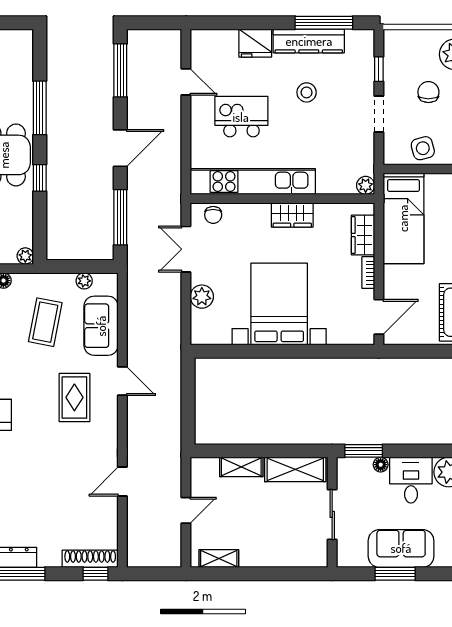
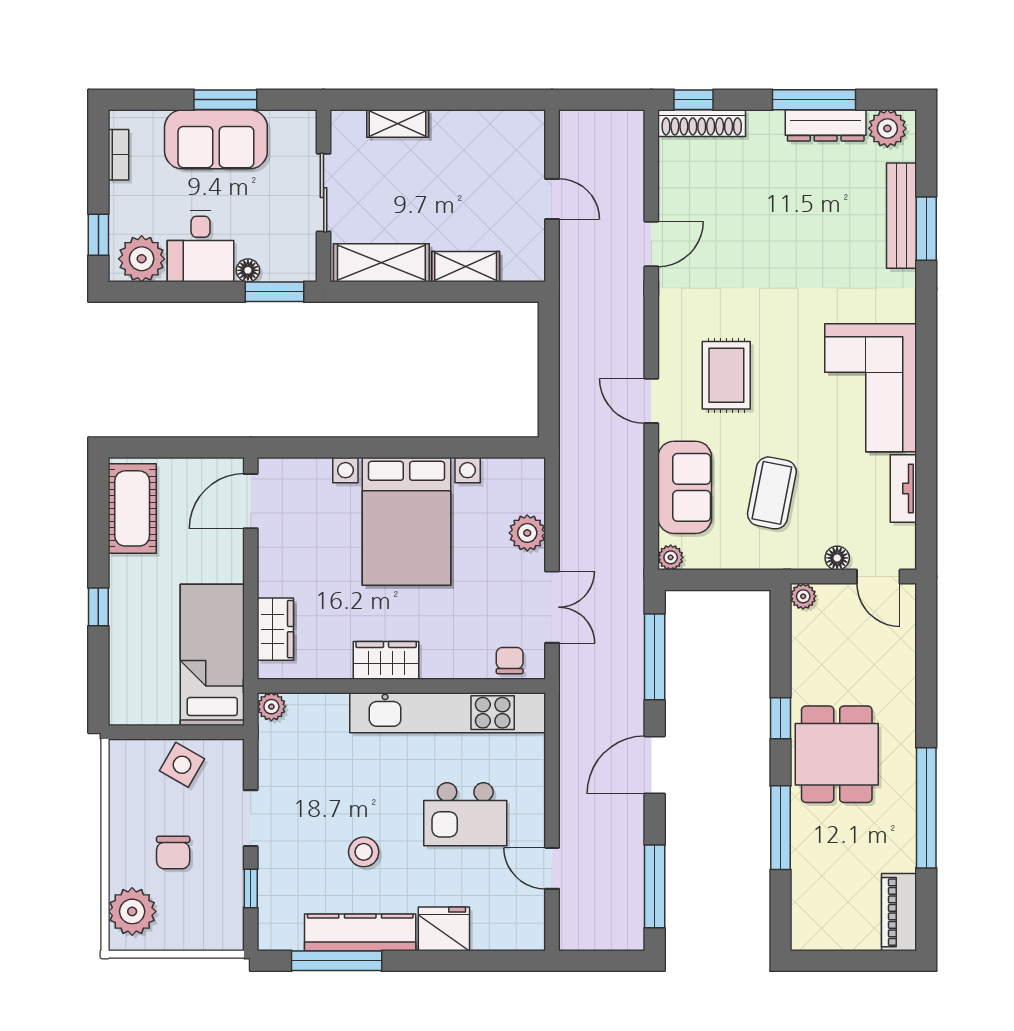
side table: (423, 148) -> (182, 765), turned 45
bookcase: (368, 273) -> (267, 570), removed
plant: (84, 281) -> (671, 557), moved
door: (186, 510) -> (552, 199), swing flipped
shelving: (219, 559) -> (398, 124), moved

